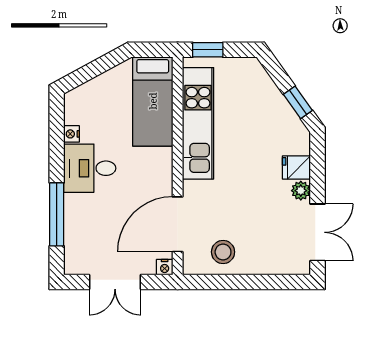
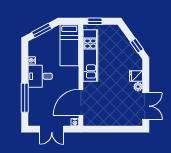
window: (93, 69) -> (42, 30), added
stool: (223, 252) -> (102, 115), removed

